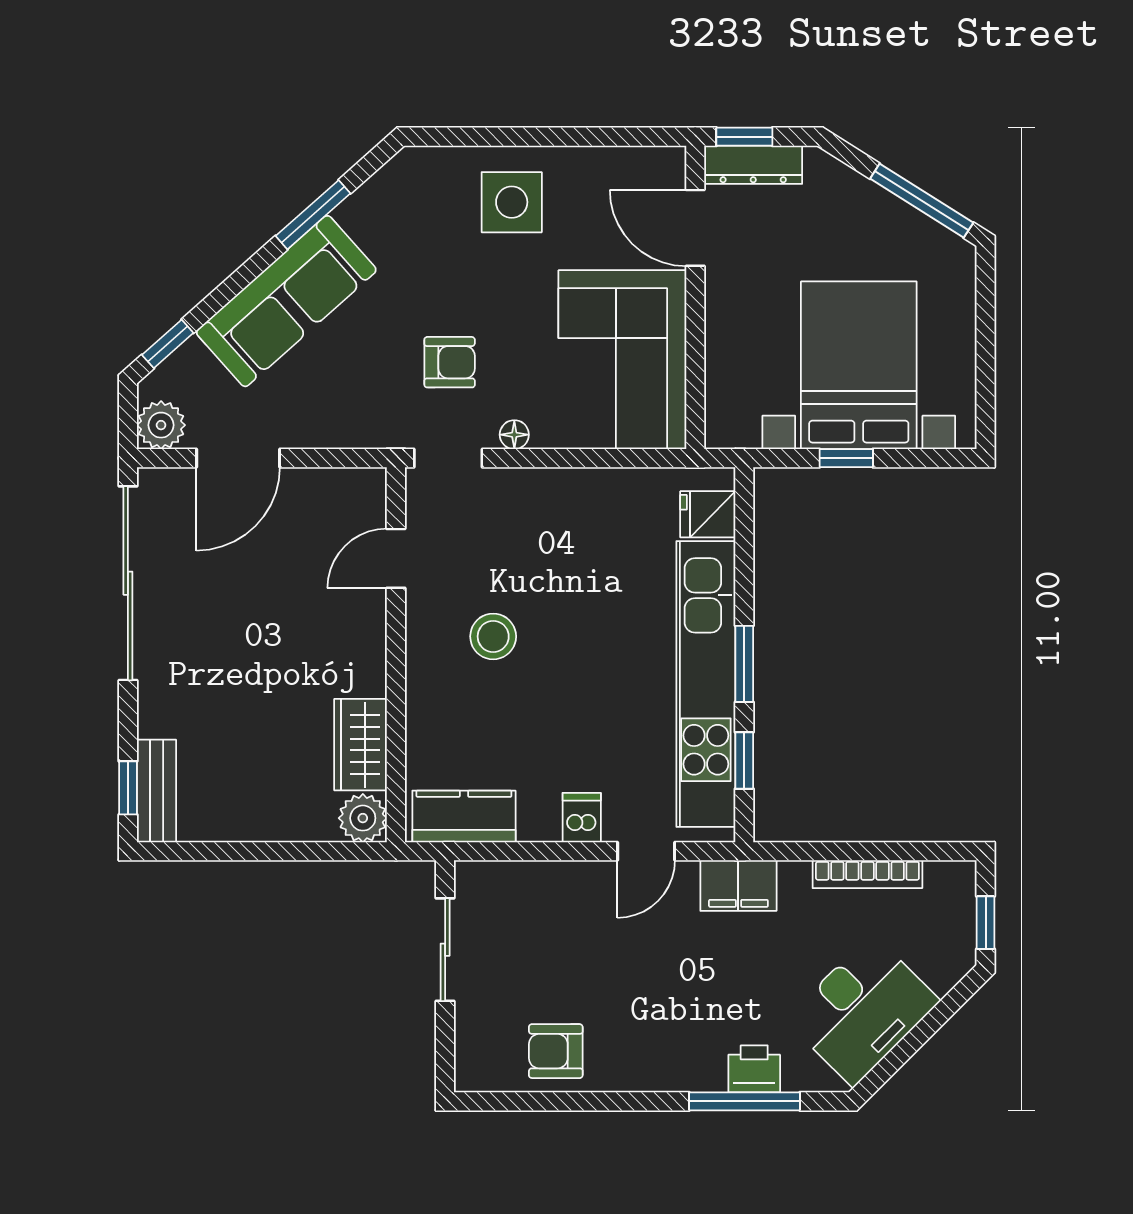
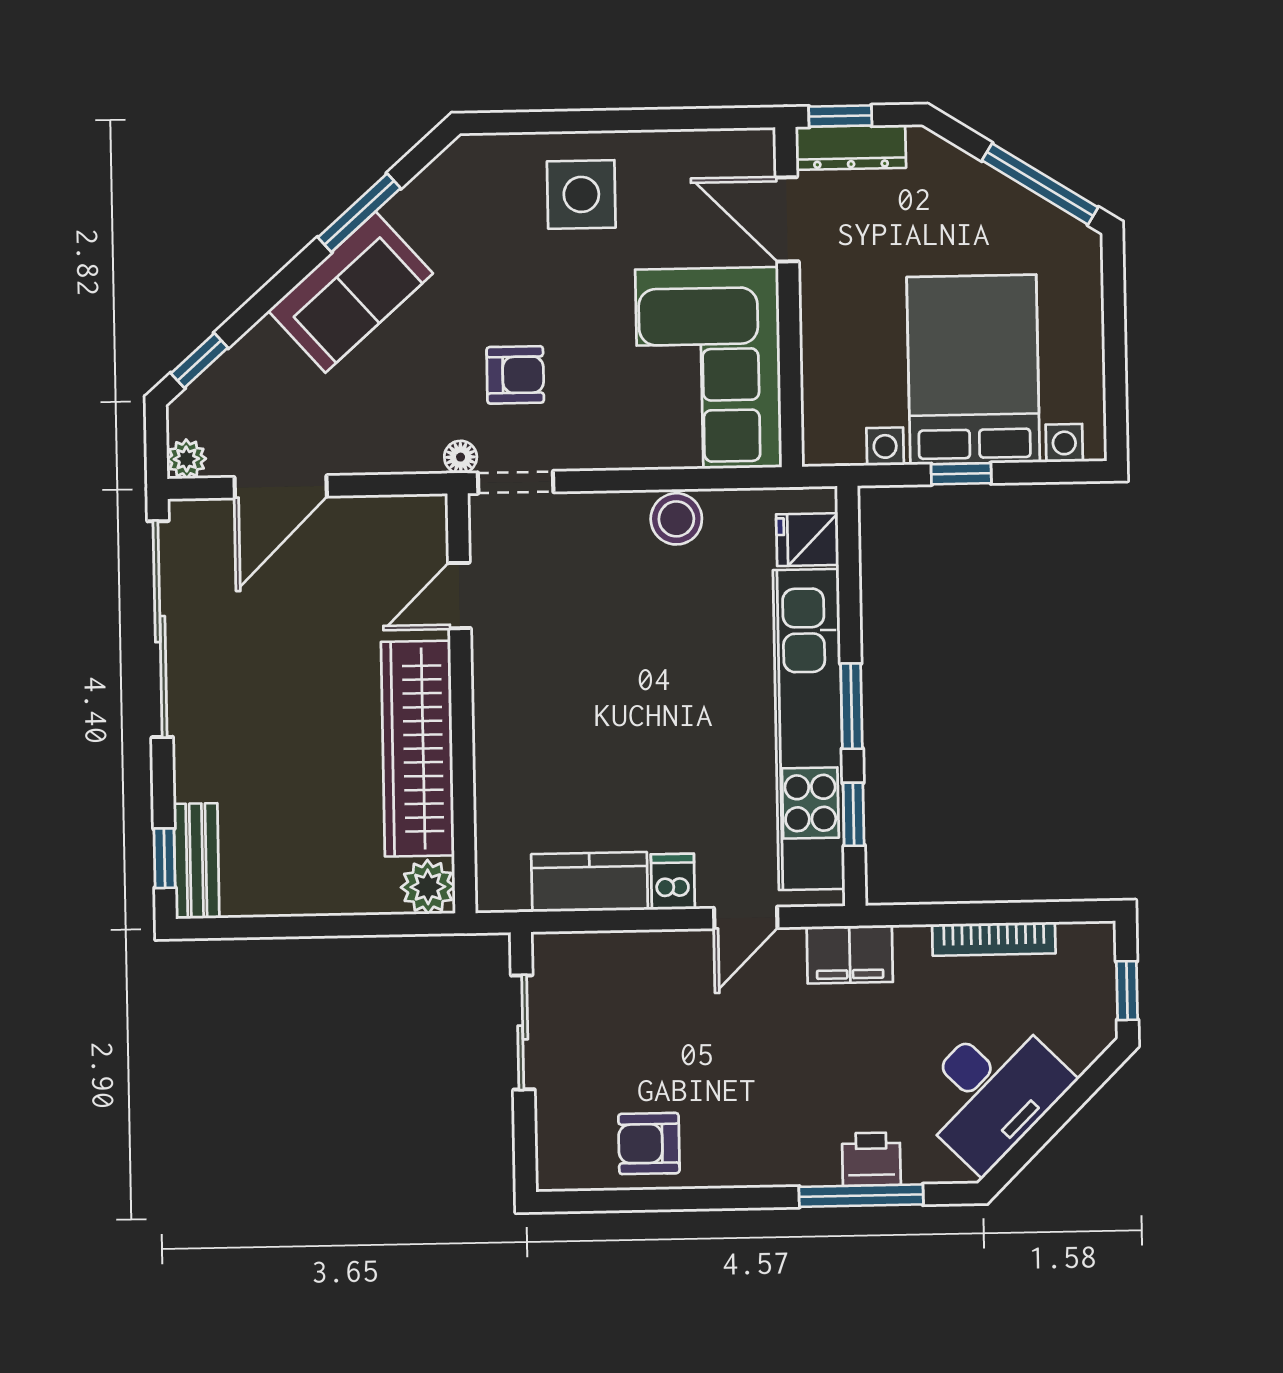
sofa: (286, 301) -> (351, 292), width x0.73
plant: (161, 425) -> (186, 459), width x0.73, depth x0.73
floor lamp: (514, 435) -> (461, 457), moved
stool: (493, 636) -> (676, 519), moved
wardrobe: (361, 745) -> (418, 749), width x2.10, depth x1.17
kitchen counter: (464, 816) -> (590, 882), moved

